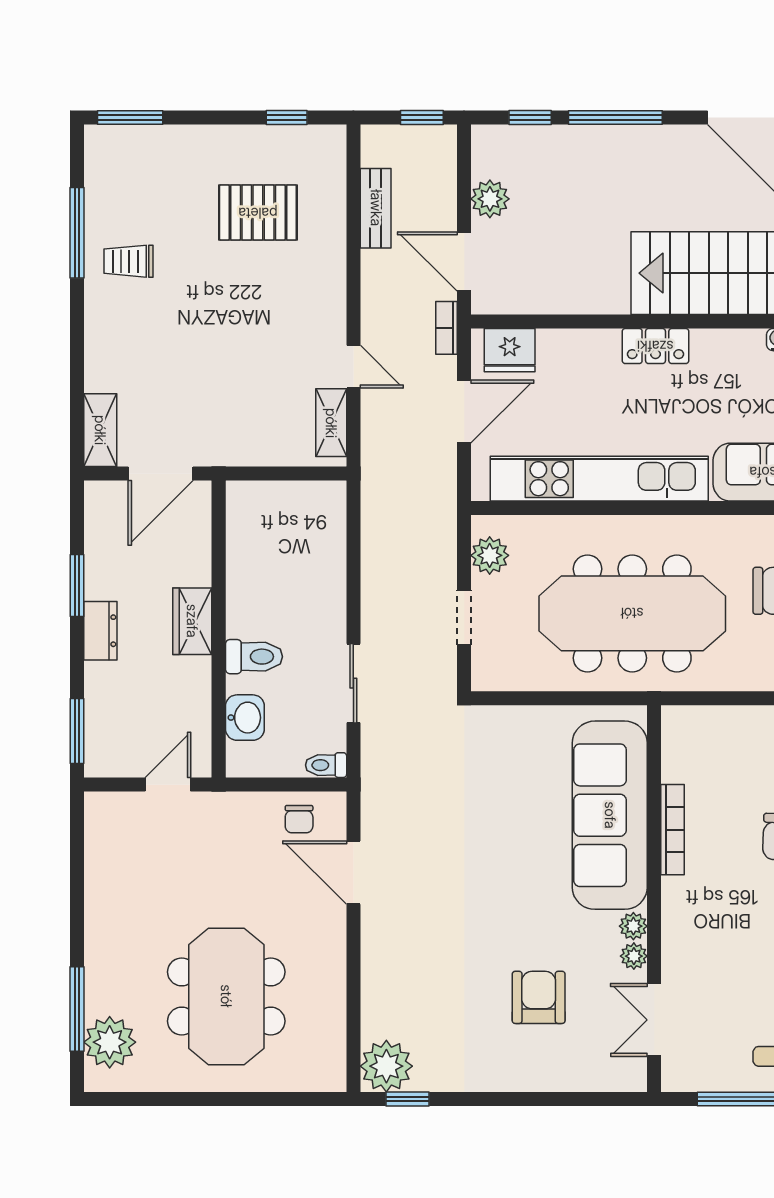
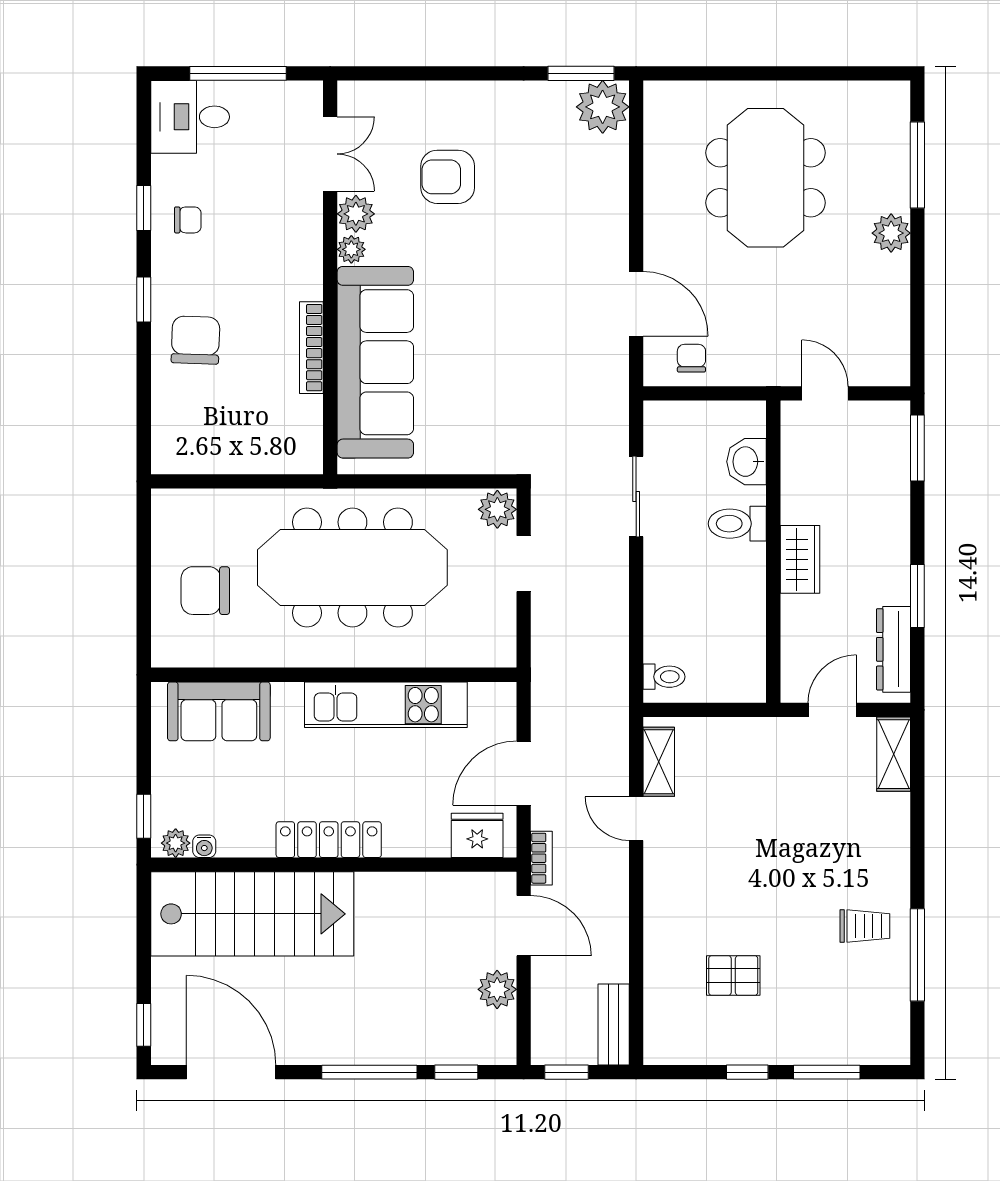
window: (130, 118) -> (827, 1072), moved
window: (287, 118) -> (747, 1072), moved
bench: (376, 208) -> (614, 1024), moved
pallet: (258, 213) -> (733, 976), width x0.67, depth x0.71
locker: (655, 346) -> (329, 840), width x1.53
door: (161, 474) -> (832, 710), width x0.73
kitchen unit: (599, 479) -> (386, 705), width x0.73
plant: (490, 555) -> (497, 509), moved
dresser: (100, 631) -> (894, 649), moved, width x1.44
toilet: (326, 765) -> (664, 677), moved
door: (168, 785) -> (825, 393), swing flipped
plant: (634, 956) -> (356, 214), width x1.38, depth x1.38
armchair: (539, 997) -> (448, 177), turned 90
plant: (110, 1042) -> (891, 233), moved, width x0.73, depth x0.73
window: (408, 1099) -> (581, 73), width x1.50

